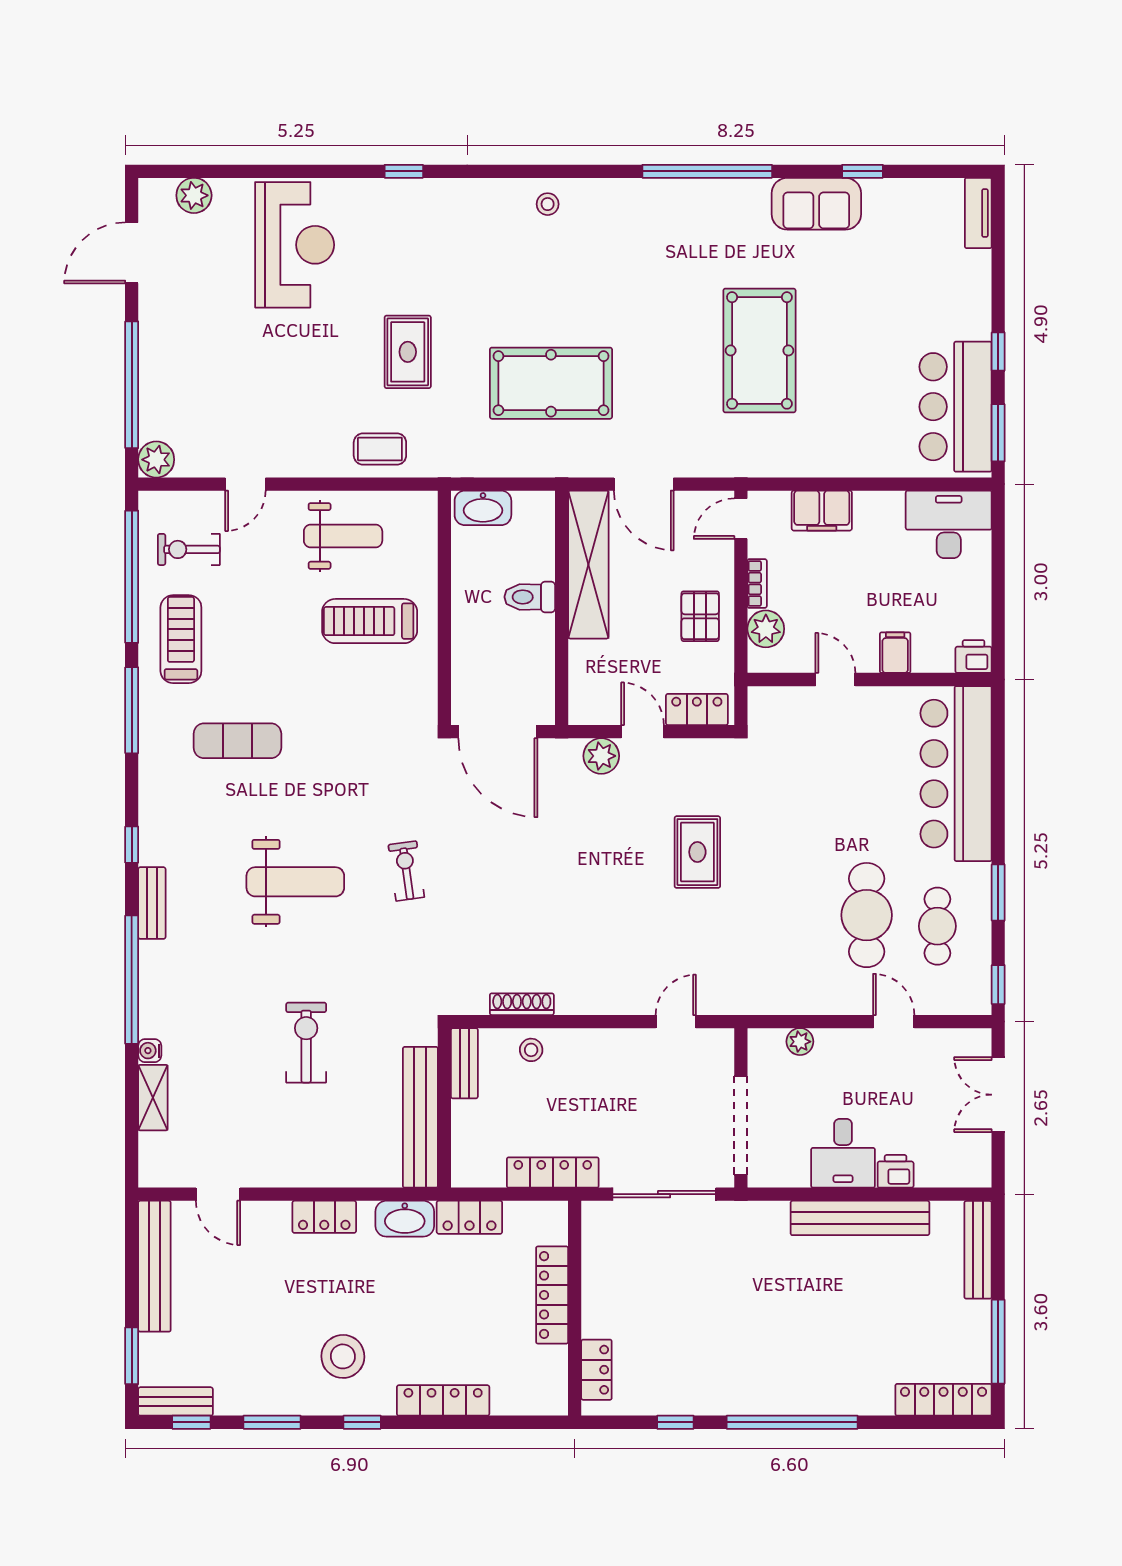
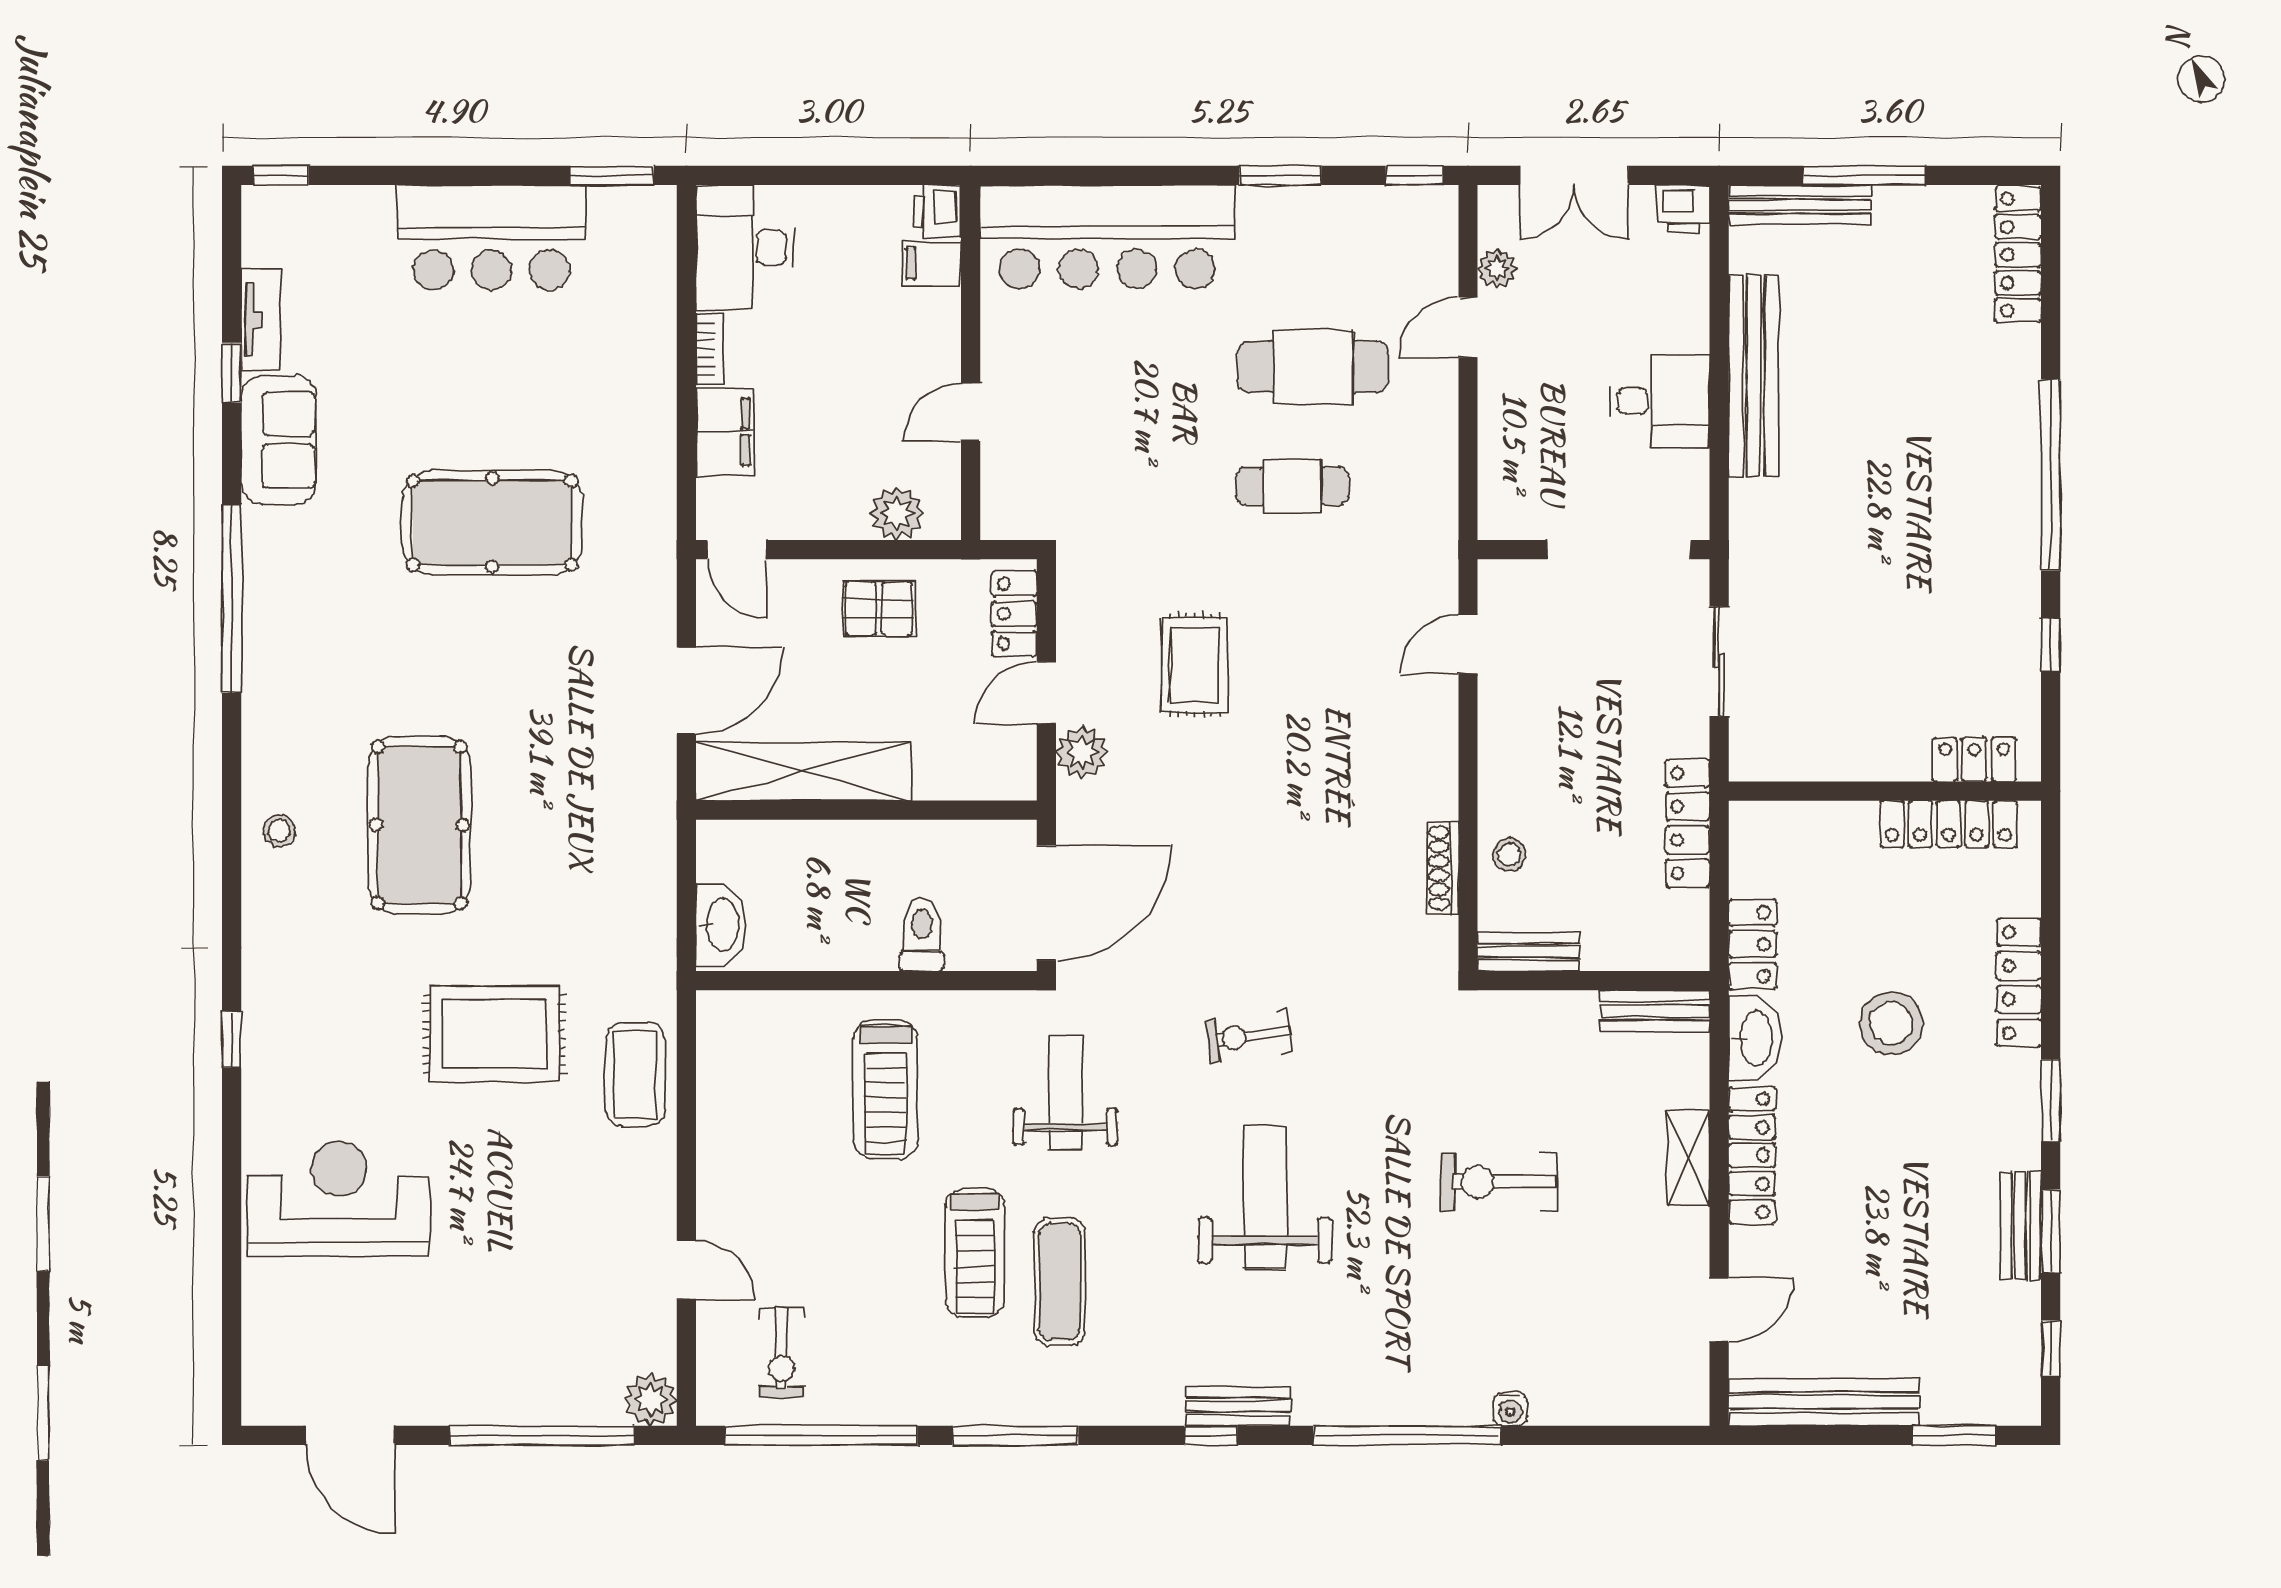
plant: (194, 195) -> (267, 1345), removed
tv unit: (978, 213) -> (261, 320), moved, turned -90
rug: (408, 352) -> (494, 1034), width x1.36, depth x1.43
window: (998, 352) -> (281, 175), moved
pool table: (551, 383) -> (419, 825), moved
bar counter: (956, 407) -> (491, 237), moved
coffee table: (380, 449) -> (635, 1074), width x1.36, depth x1.30
weight bench: (343, 536) -> (1065, 1093), moved
bookcase: (757, 583) -> (710, 349), moved, turned 90
toilet: (530, 597) -> (922, 934), moved, turned 180
treadmill: (181, 639) -> (975, 1253), moved, turned -90
filing cabinet: (895, 653) -> (932, 264), moved
rug: (697, 852) -> (1195, 665), moved, turned 90
bench: (152, 903) -> (1238, 1406), moved
cafe table: (937, 926) -> (1293, 486), moved
door: (676, 1022) -> (1468, 644), hinge flipped
plant: (800, 1042) -> (1497, 269), moved
shelving: (153, 1098) -> (1688, 1158), moved, turned 90
bench: (420, 1117) -> (1655, 1011), width x0.54, depth x0.82
printer: (896, 1171) -> (1683, 209), moved, turned -90
sliding door: (664, 1194) -> (1719, 661), width x0.73
locker: (324, 1217) -> (1752, 1155), width x1.53
locker: (552, 1295) -> (1948, 824), moved
window: (998, 1342) -> (1864, 175), moved
stool: (343, 1356) -> (1891, 1023), moved
bench: (175, 1401) -> (2020, 1225), moved
window: (362, 1422) -> (2051, 1100), width x1.50

